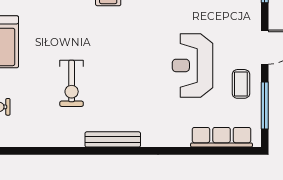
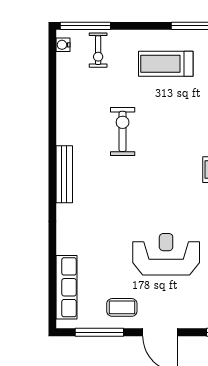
reception desk: (192, 65) -> (166, 254), moved
exercise bike: (72, 83) -> (123, 131), turned 90

